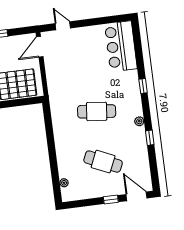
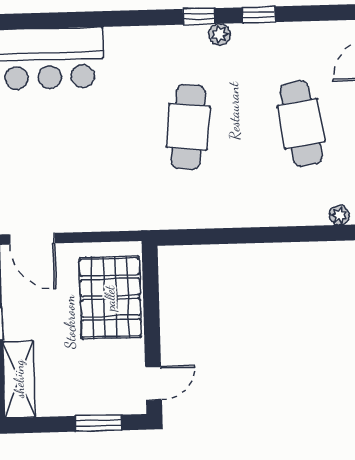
window: (143, 86) -> (199, 16), moved
cafe table: (103, 162) -> (301, 124), turned -33

